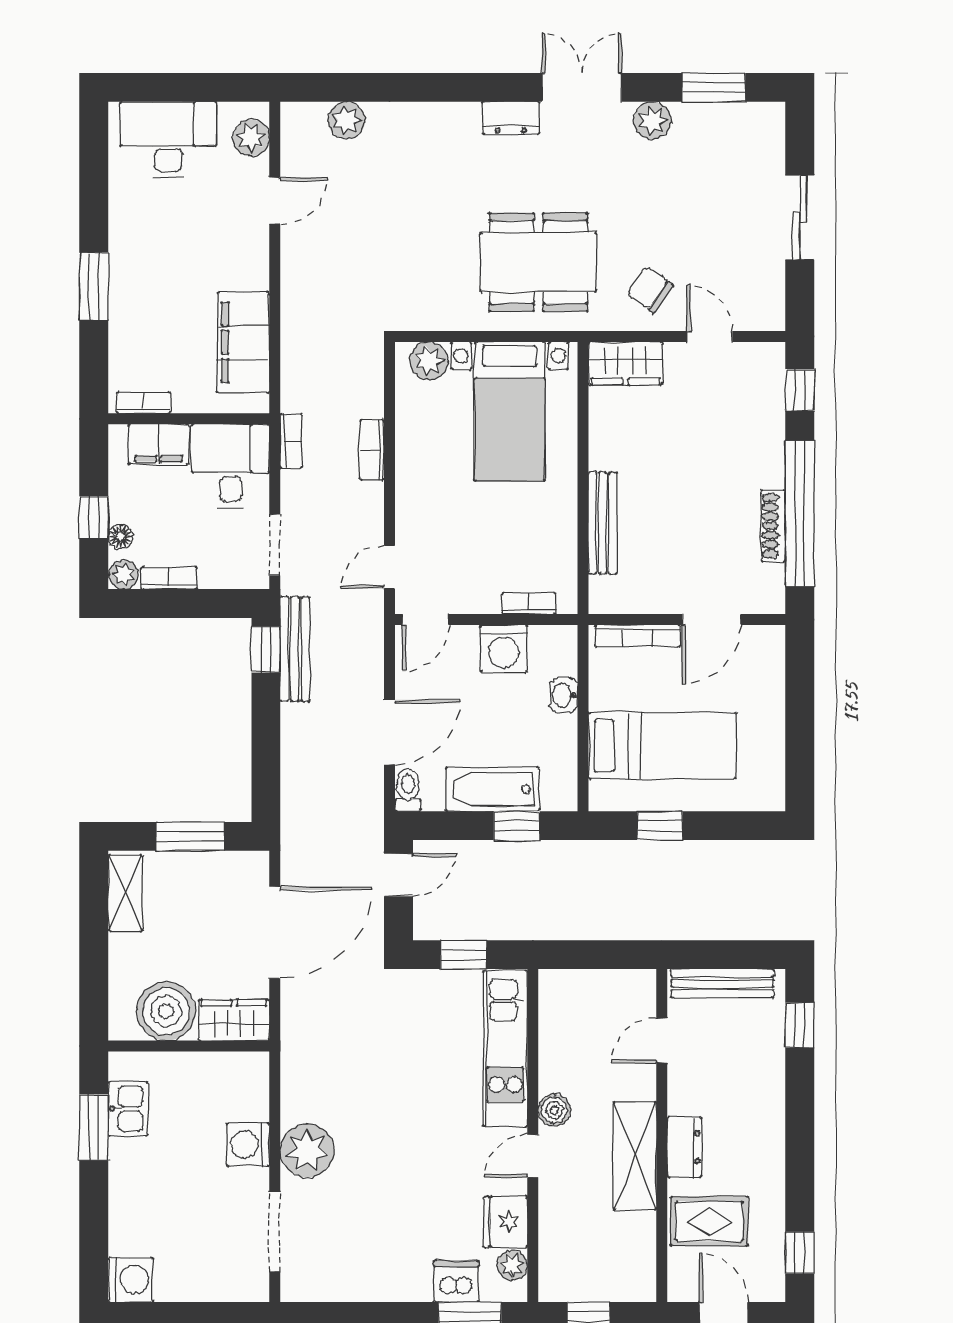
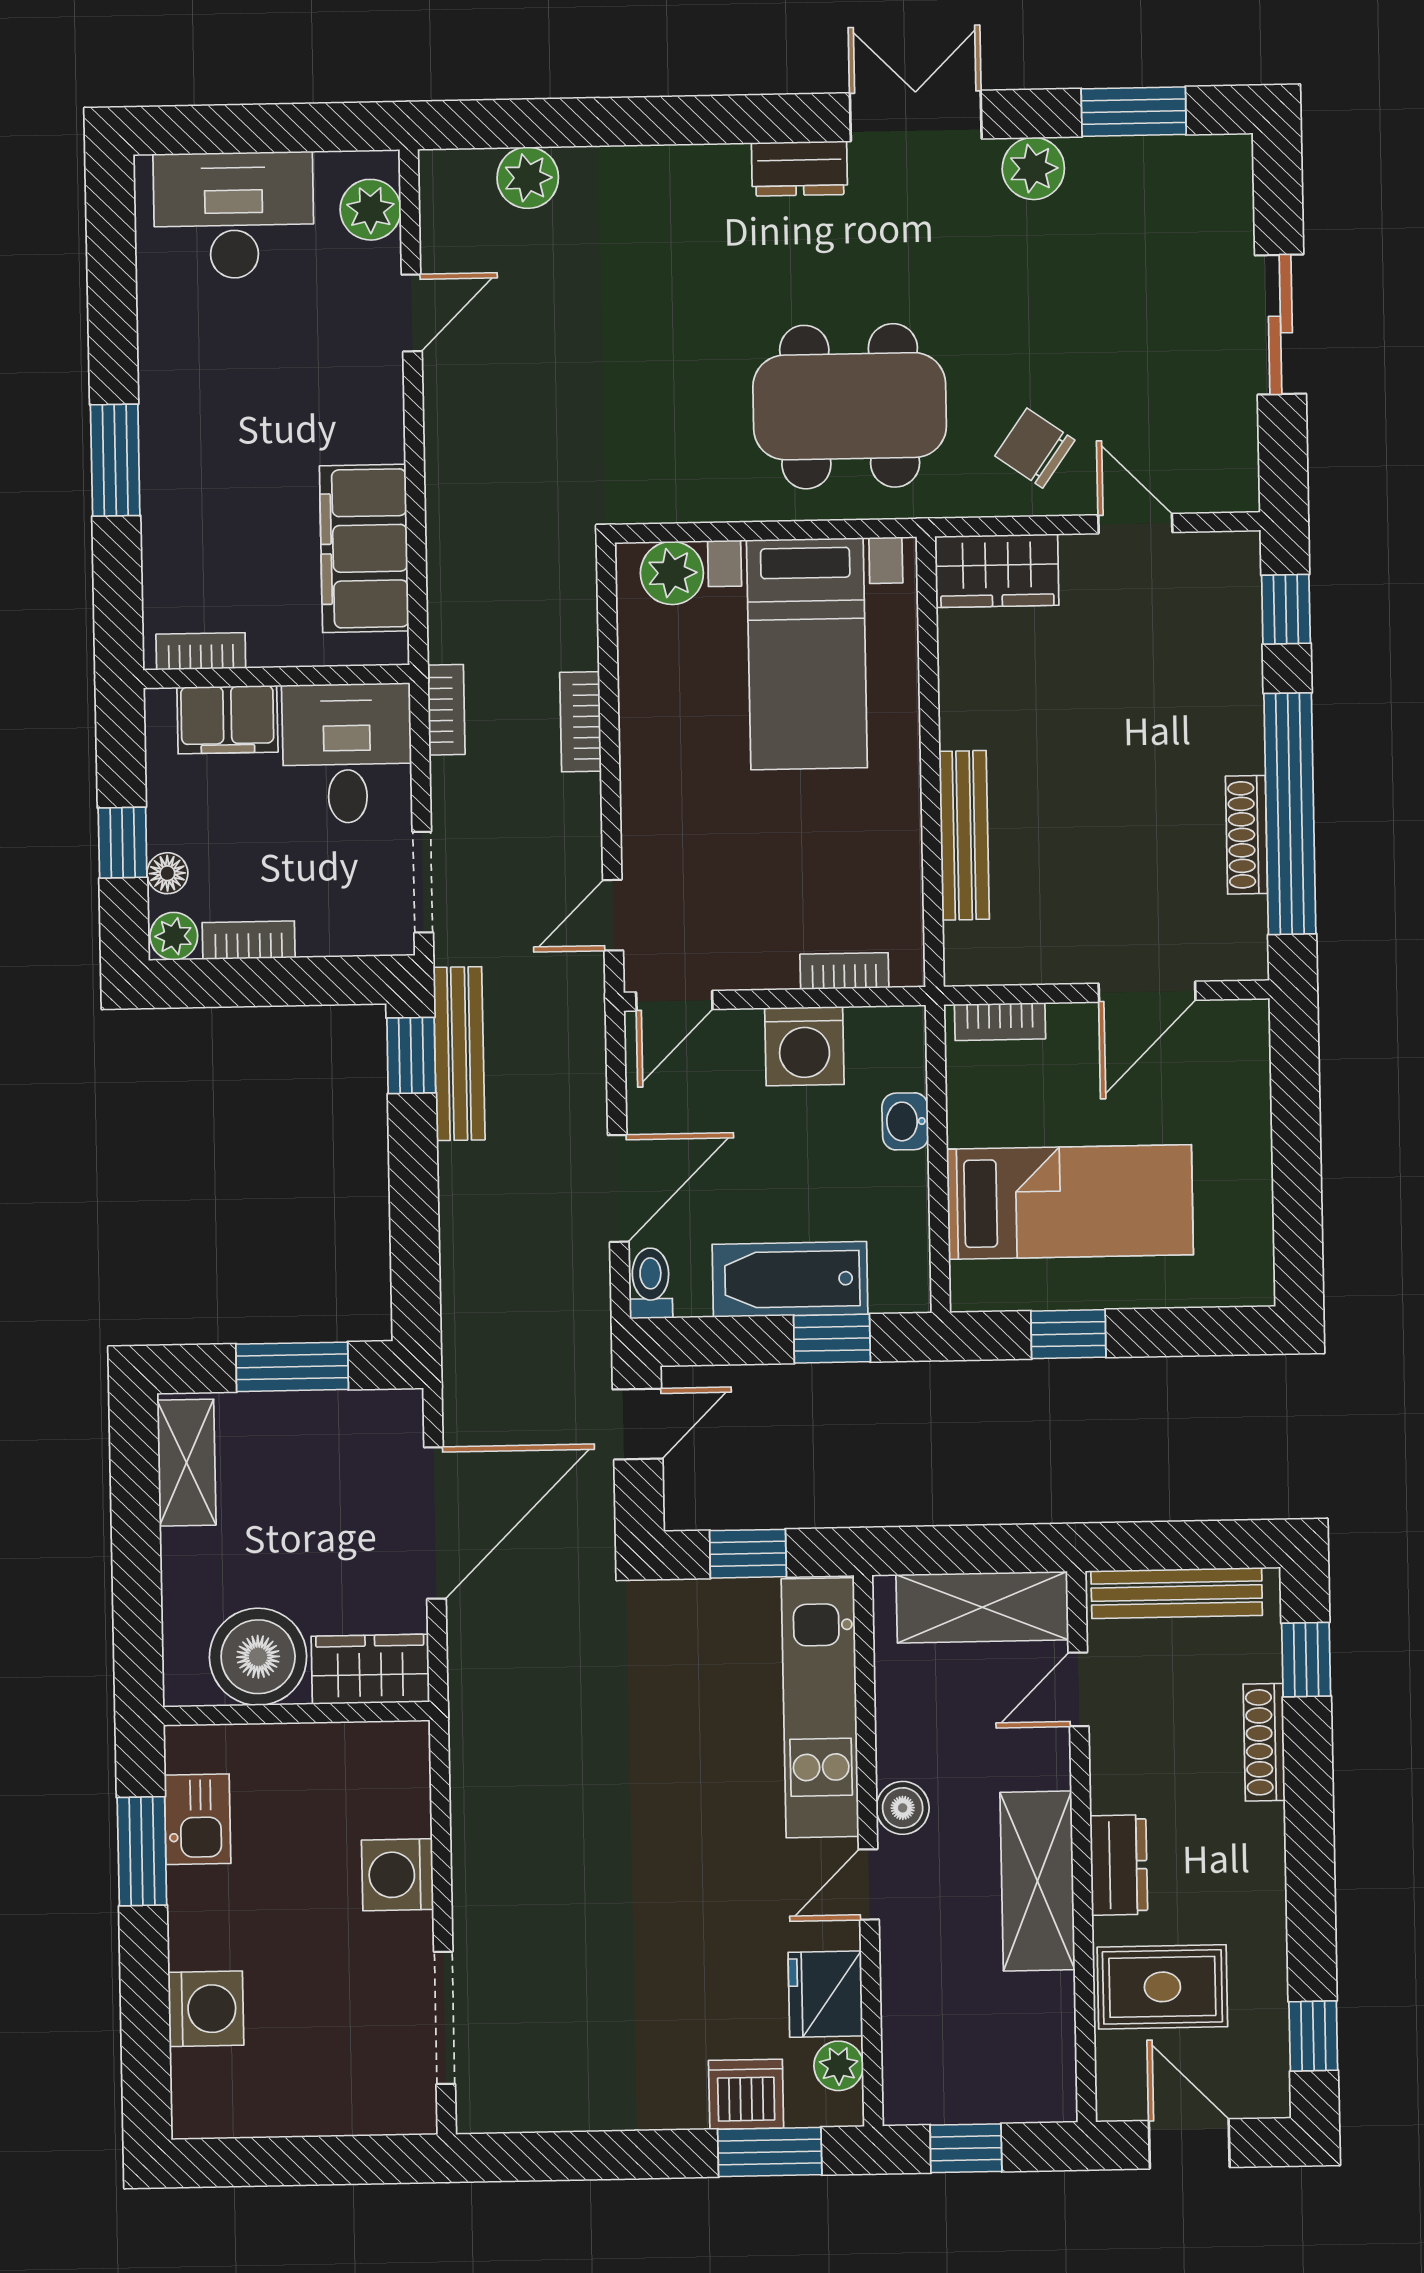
bookcase: (638, 636) -> (1000, 1022), width x0.64
shelving: (605, 990) -> (982, 1607), added
shoe rack: (773, 1075) -> (1264, 1742), added
plant: (307, 1151) -> (495, 1883), removed
washing machine: (131, 1280) -> (206, 2009), moved

